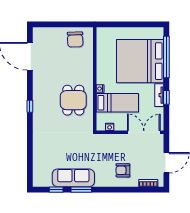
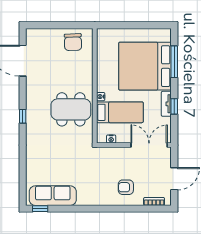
window: (166, 57) -> (174, 62), width x0.68
dining table: (73, 100) -> (71, 109), width x1.38
sofa: (73, 178) -> (53, 196), moved
window: (56, 190) -> (40, 209), moved
window: (81, 190) -> (80, 209), removed

